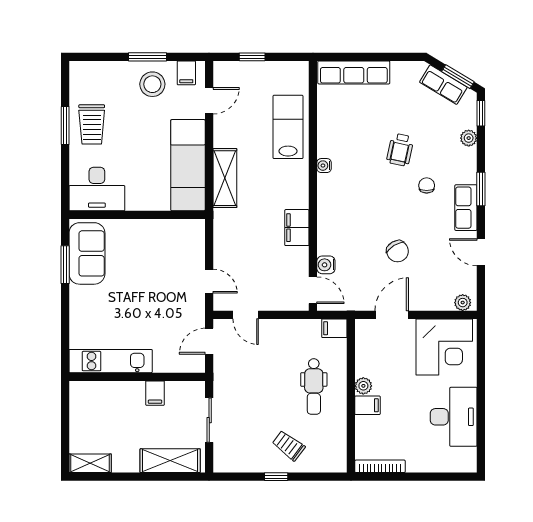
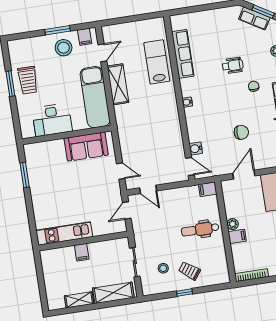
window: (252, 57) -> (126, 20), removed
row of seats: (354, 72) -> (183, 54), moved, turned -90
wheelchair: (400, 150) -> (233, 65), turned -102
water cooler: (324, 166) -> (187, 102), moved
shelving: (225, 178) -> (118, 84), moved
desk: (97, 189) -> (52, 120), moved
filing cabinet: (297, 228) -> (173, 127), removed
chair: (398, 251) -> (241, 132), turned -59
sofa: (87, 253) -> (86, 147), moved, turned 90
dental chair: (314, 386) -> (200, 230), turned 90
filing cabinet: (155, 393) -> (82, 252), moved
stool: (250, 436) -> (163, 268), added
shelving: (90, 463) -> (79, 300), moved

